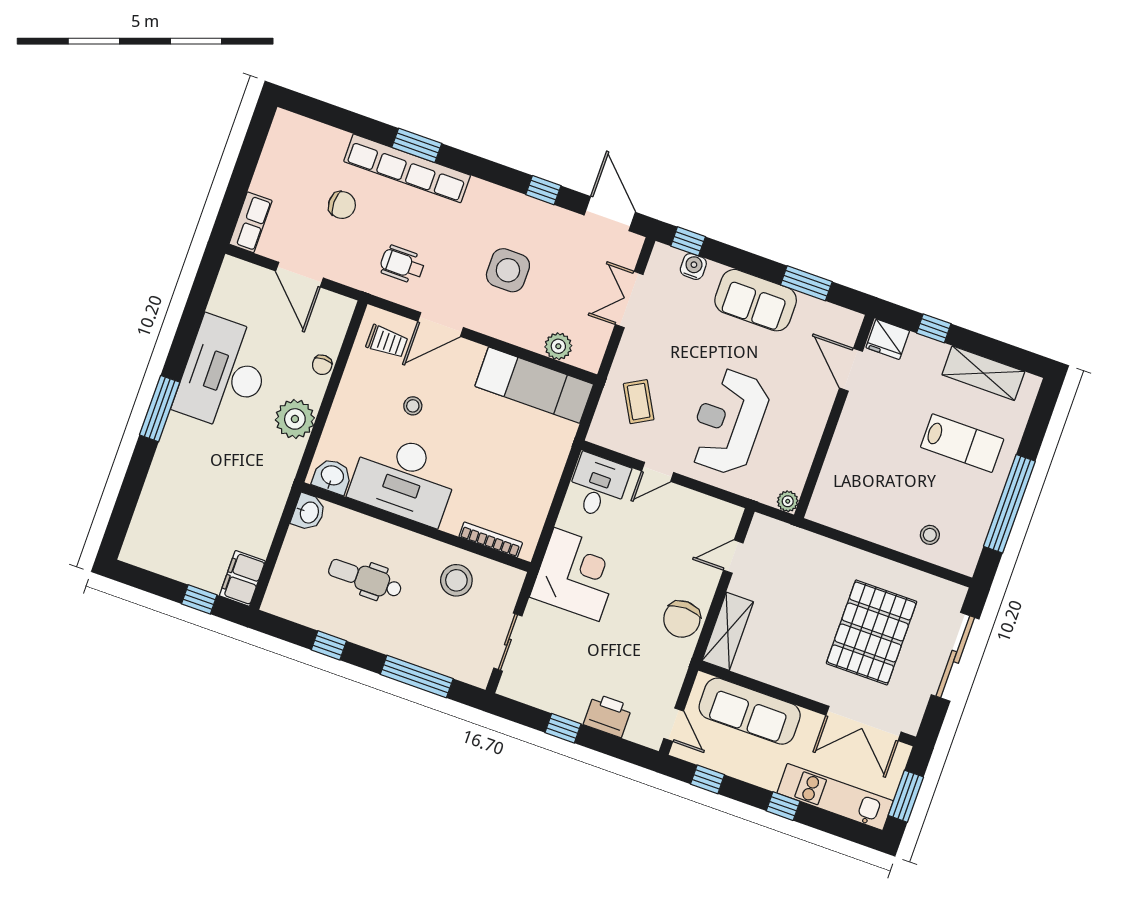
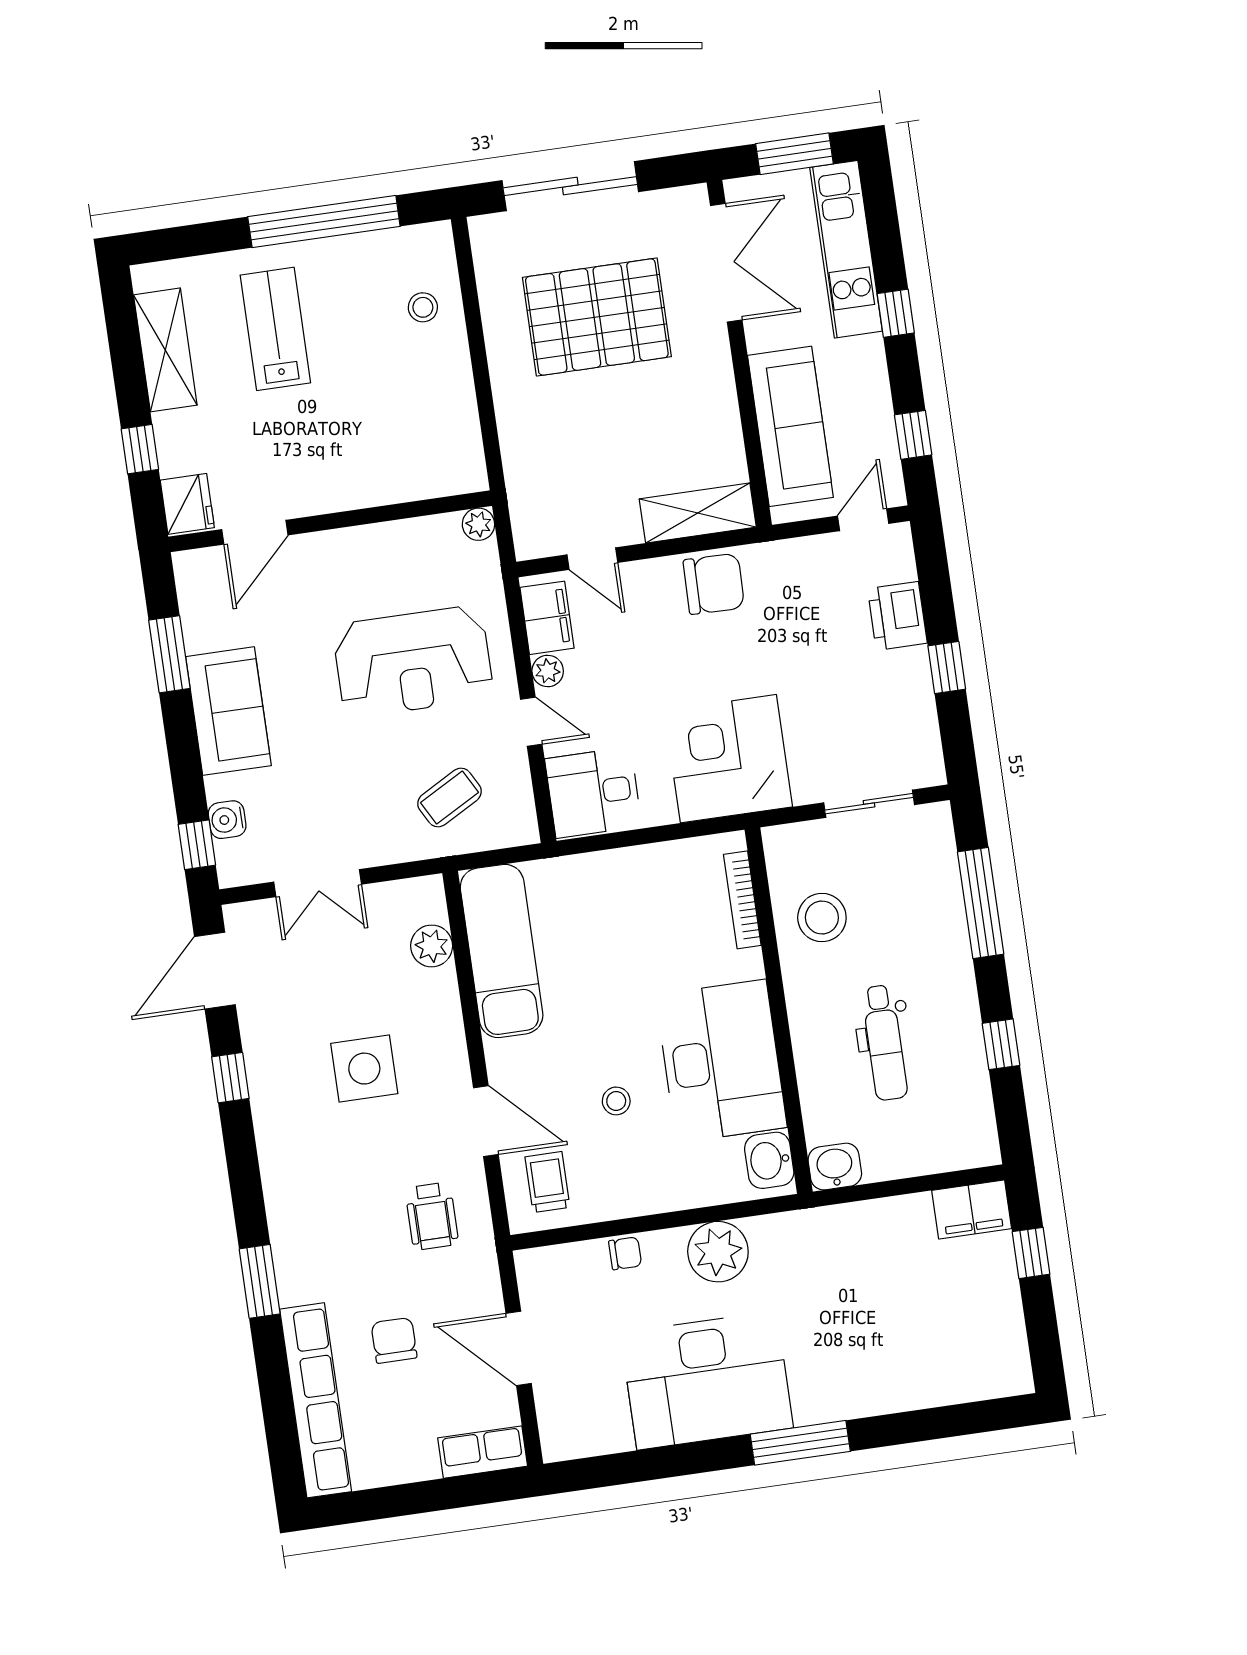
row of seats: (407, 168) -> (316, 1400), moved
door: (300, 275) -> (519, 1348), swing flipped
plant: (682, 497) -> (548, 671), added
filing cabinet: (713, 512) -> (547, 618), added

